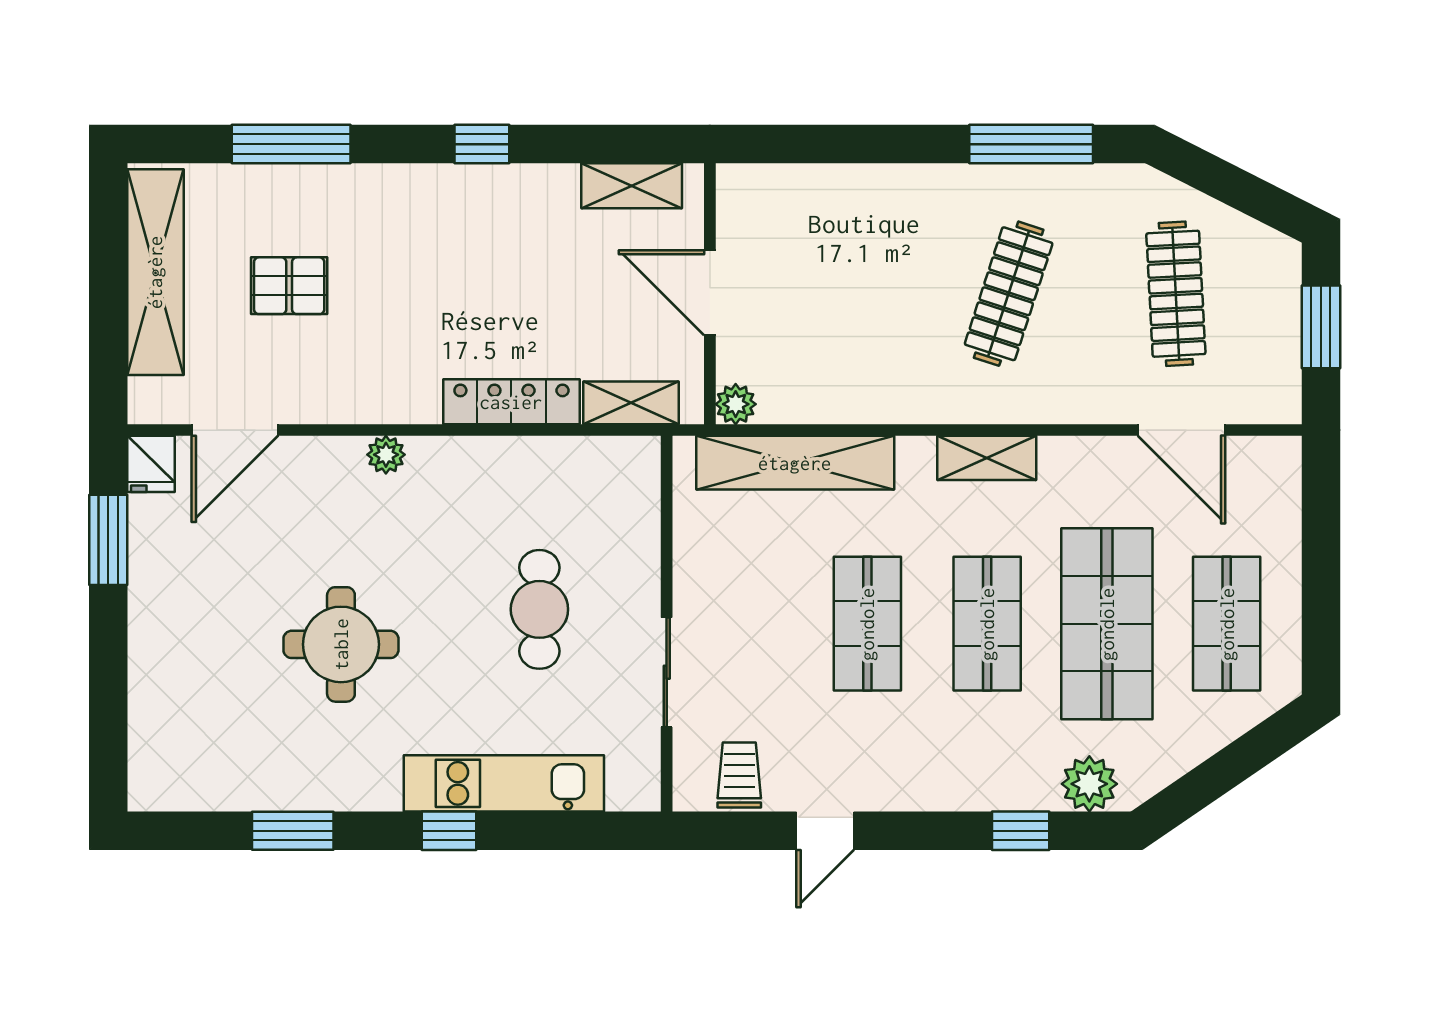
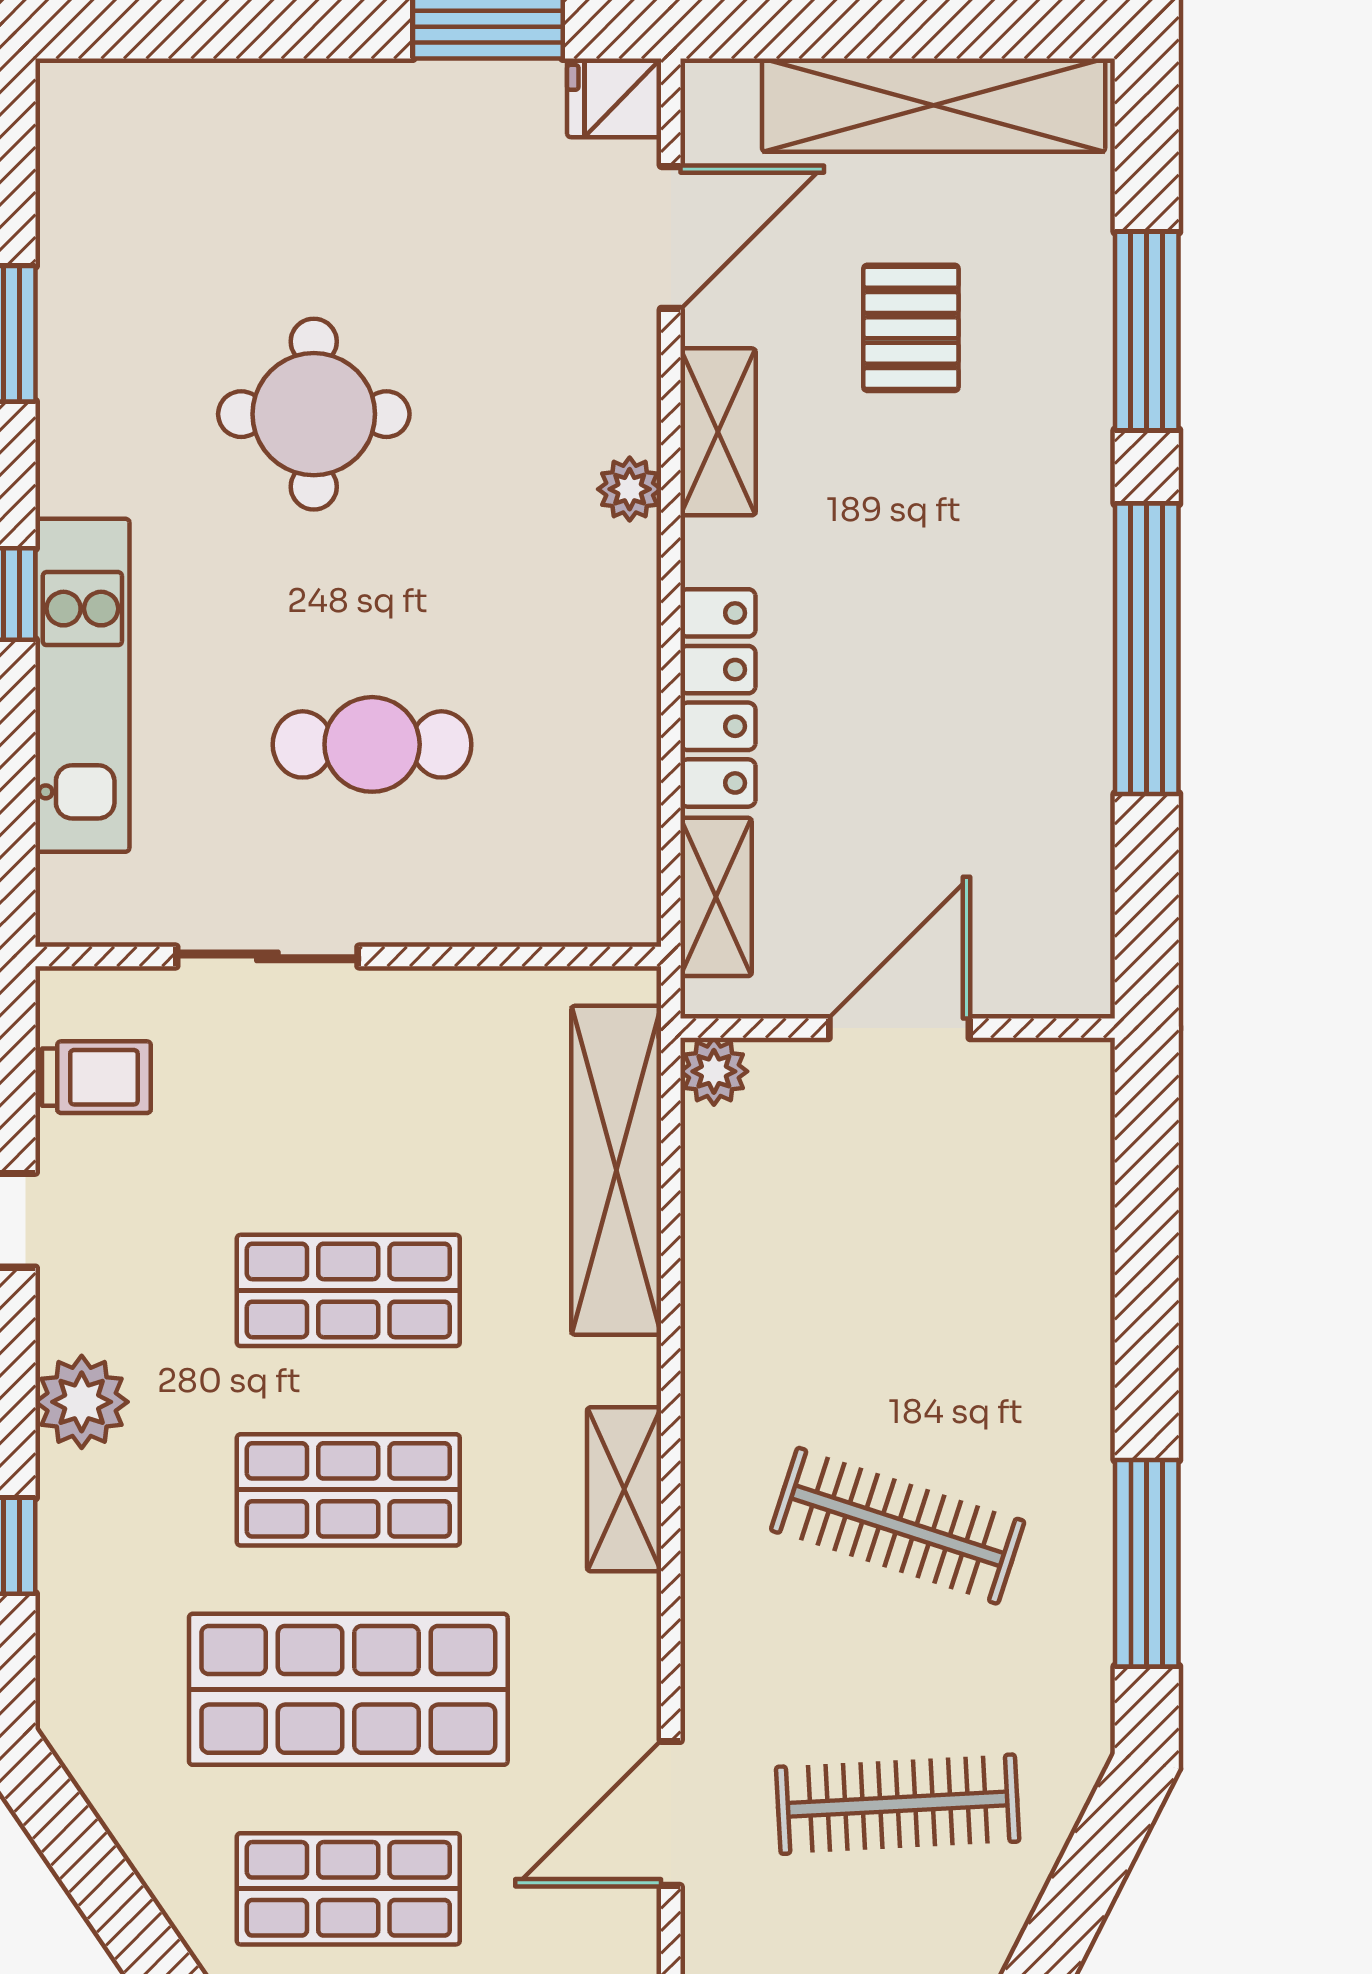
window: (482, 144) -> (1147, 649), width x3.17
shelving: (632, 186) -> (718, 432), moved
door: (235, 430) -> (671, 237), swing flipped
plant: (1089, 784) -> (82, 1402), moved

